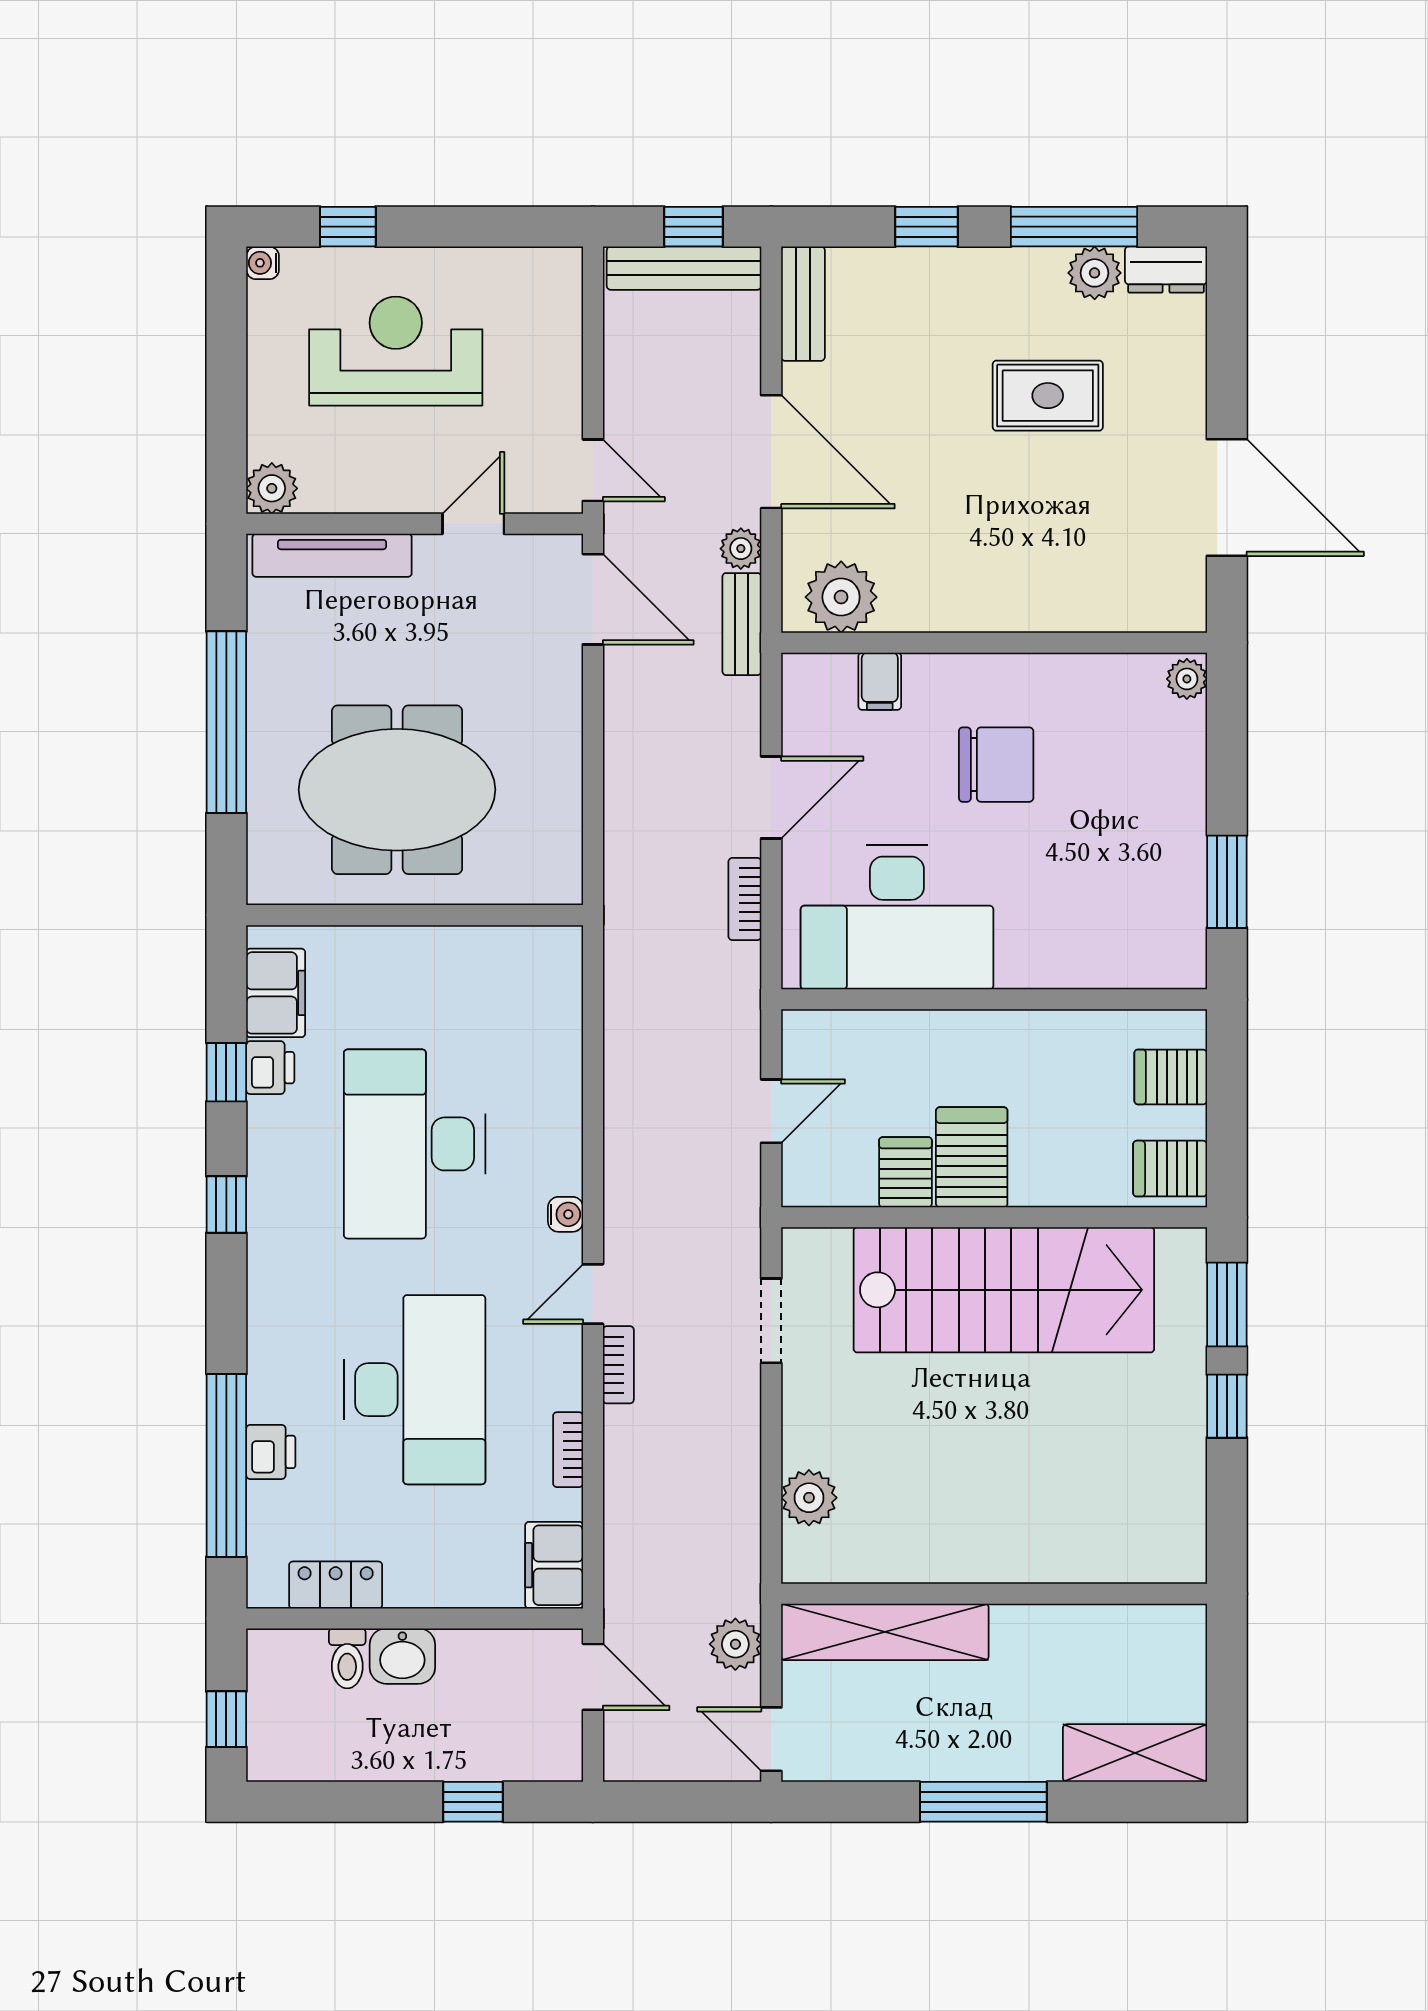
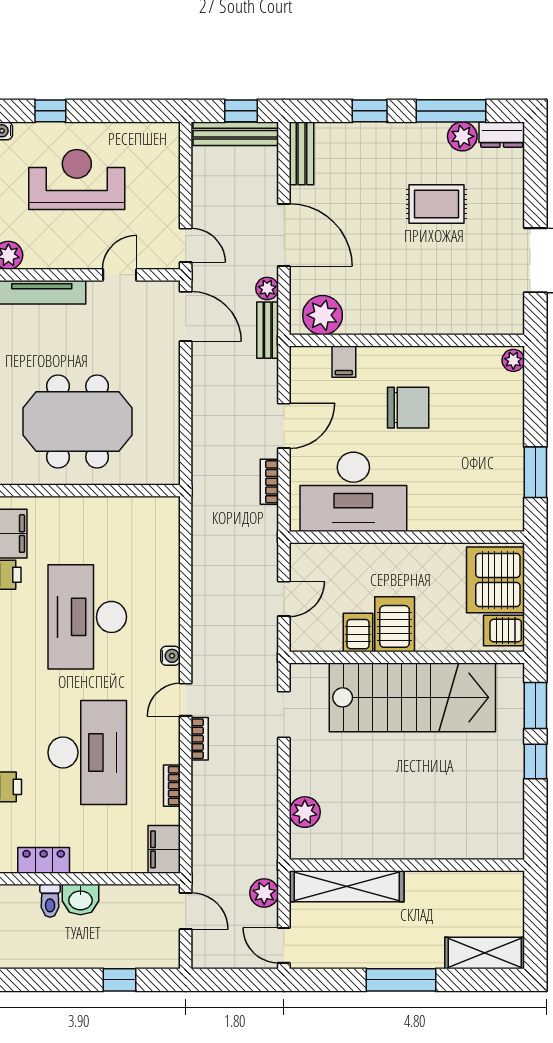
server rack: (1171, 1077) -> (496, 580), width x2.18, depth x1.44

